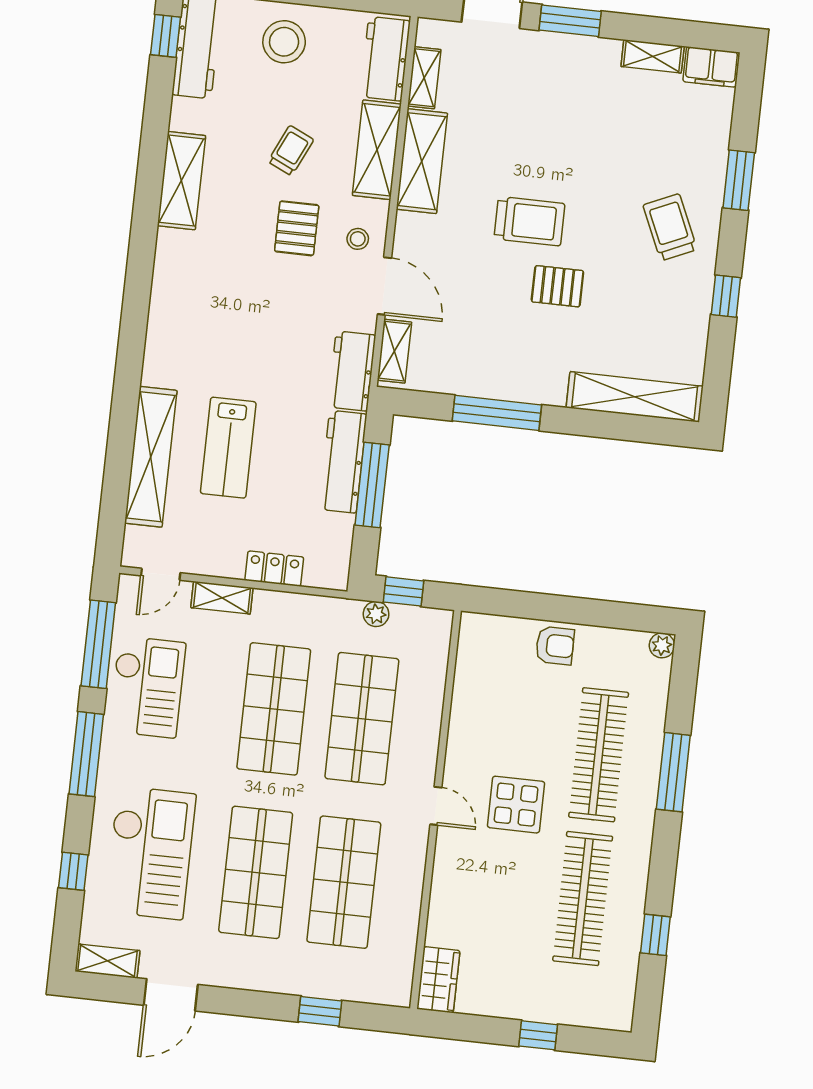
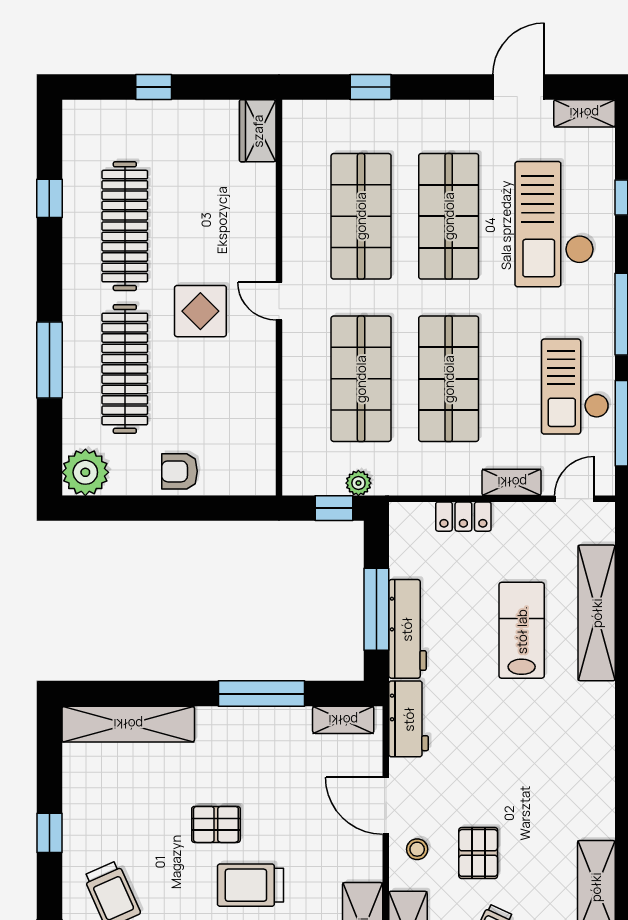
shelving: (394, 351) -> (343, 720), moved, turned 90
plant: (662, 645) -> (85, 472), width x1.88, depth x1.88

